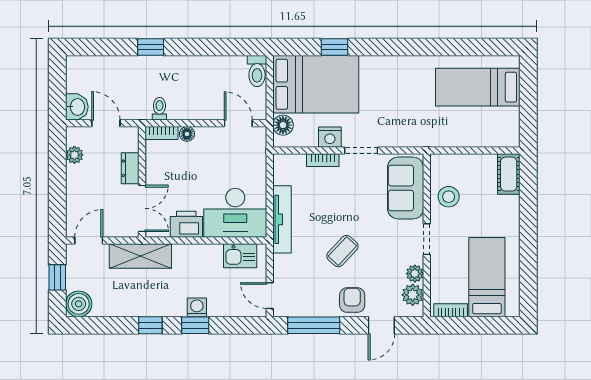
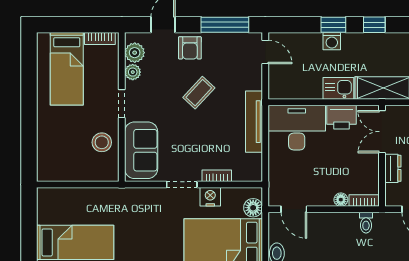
cot: (509, 174) -> (47, 163), removed
kitchen sink: (240, 256) -> (338, 88), moved

